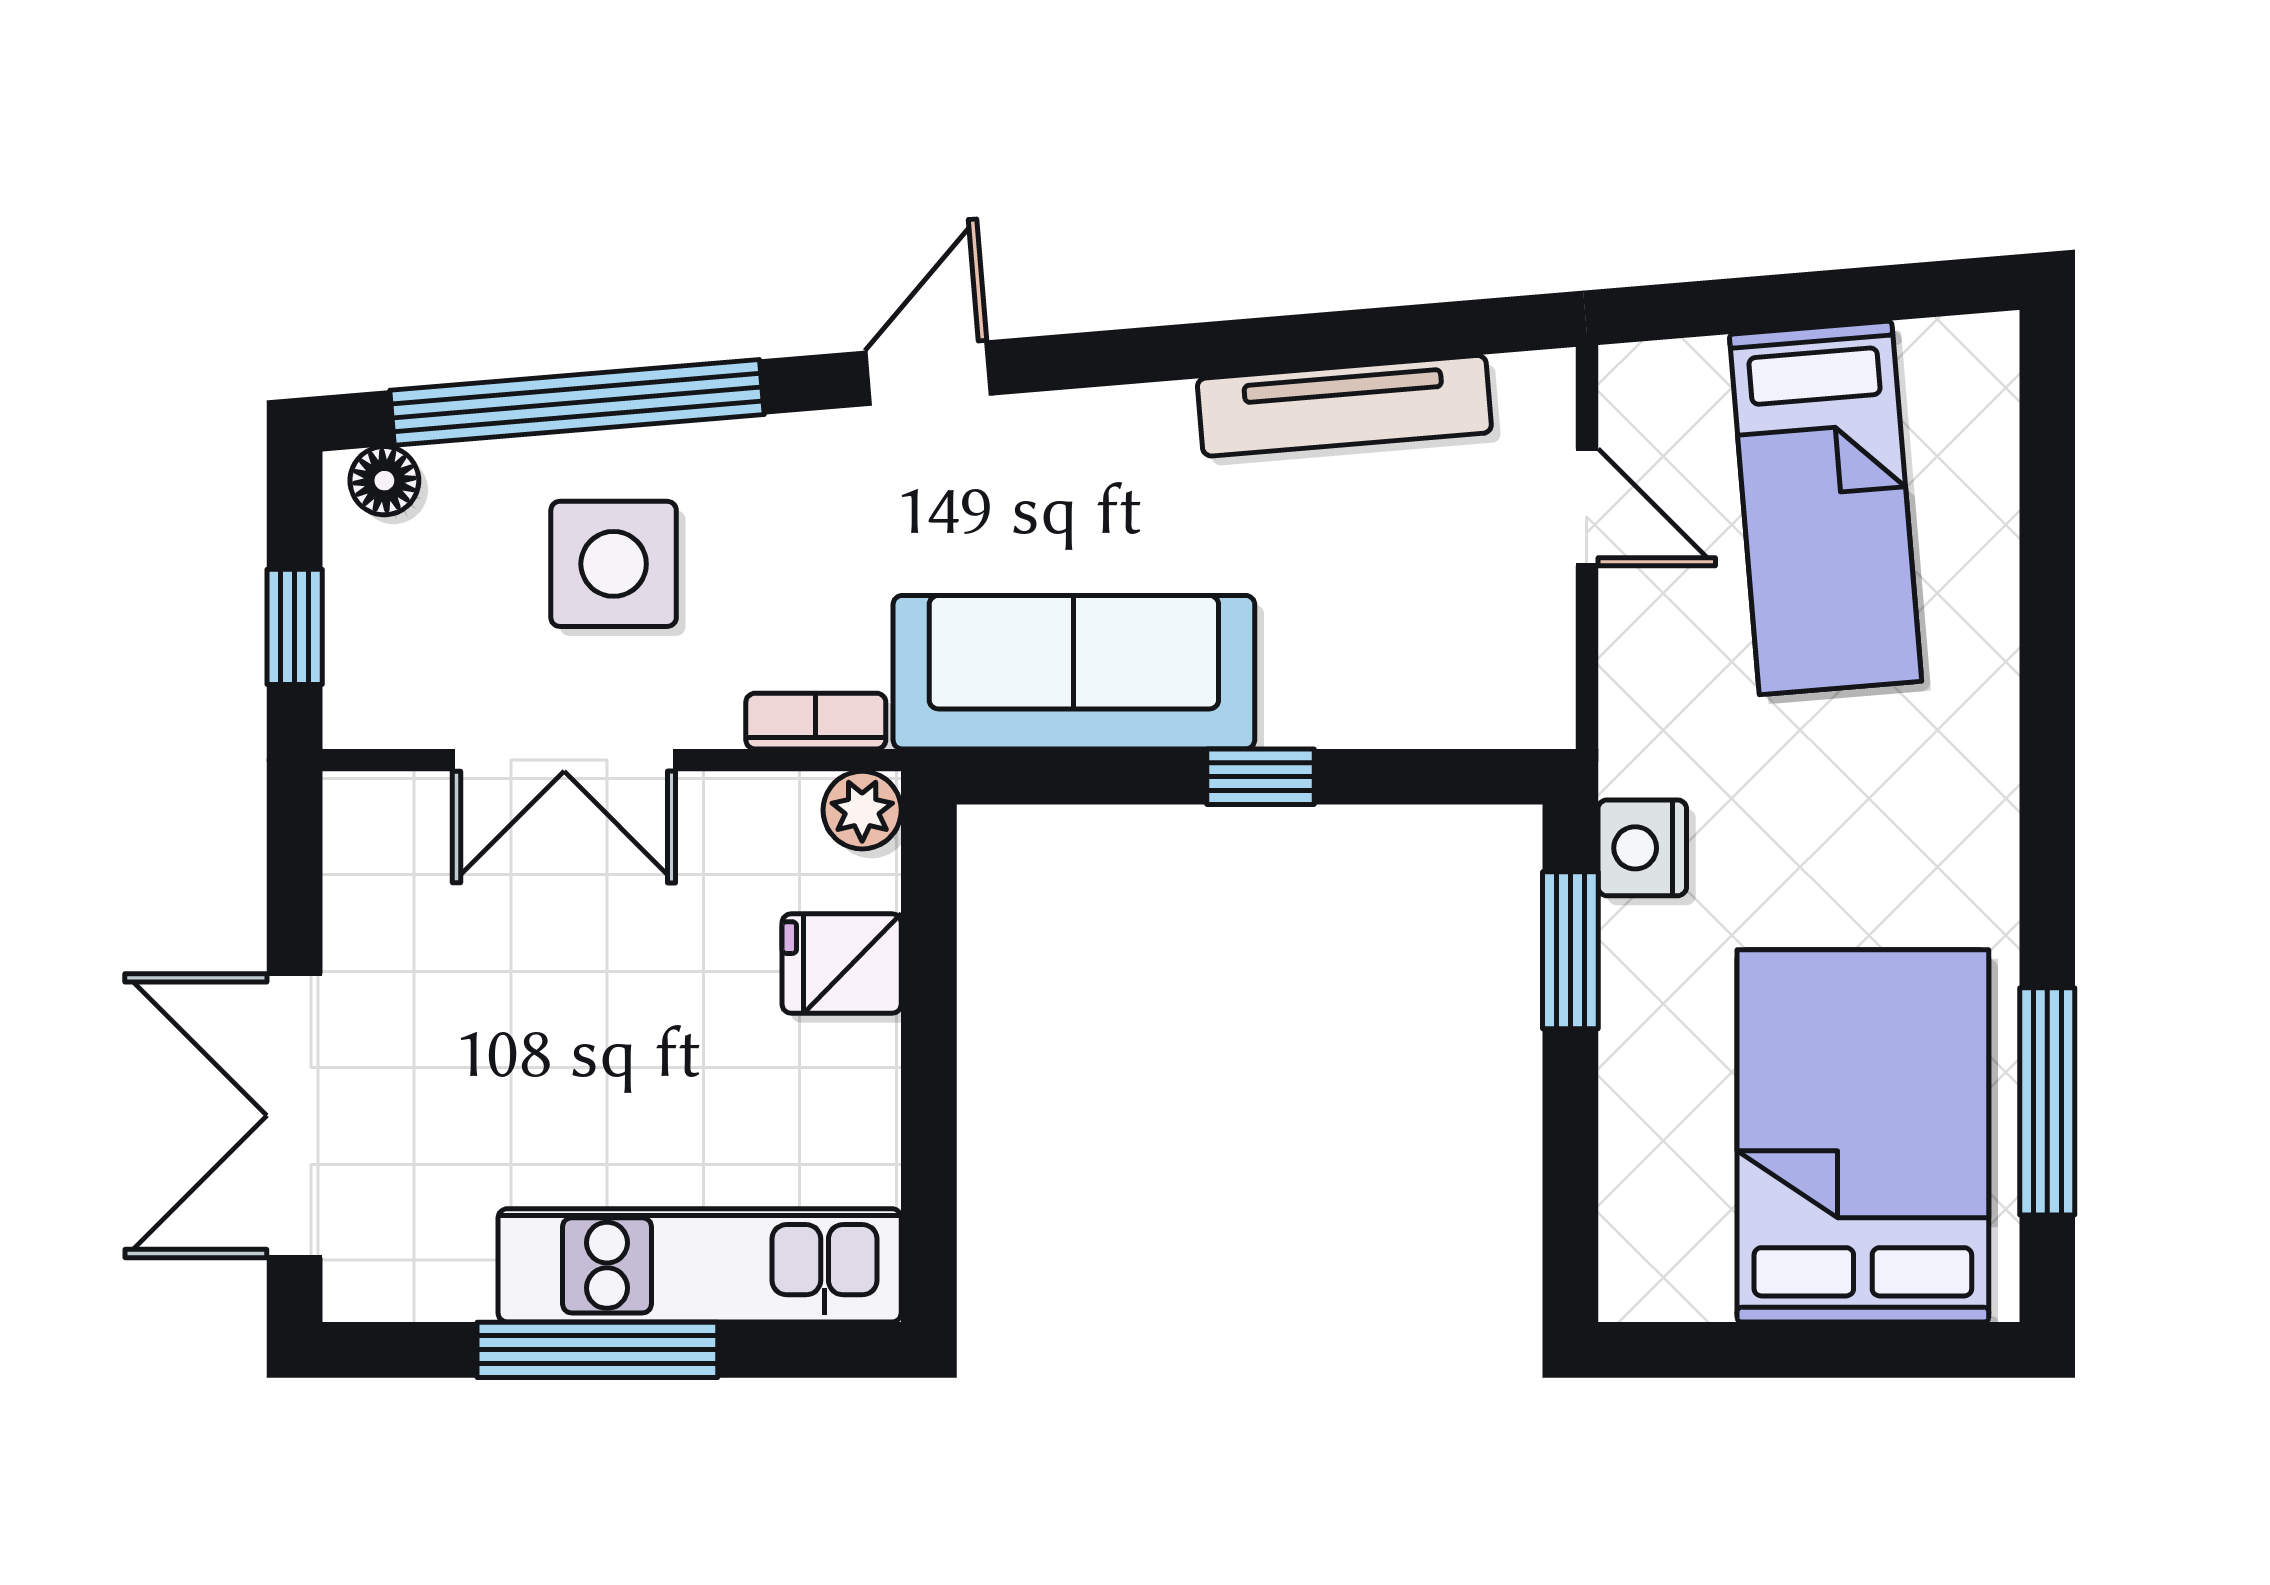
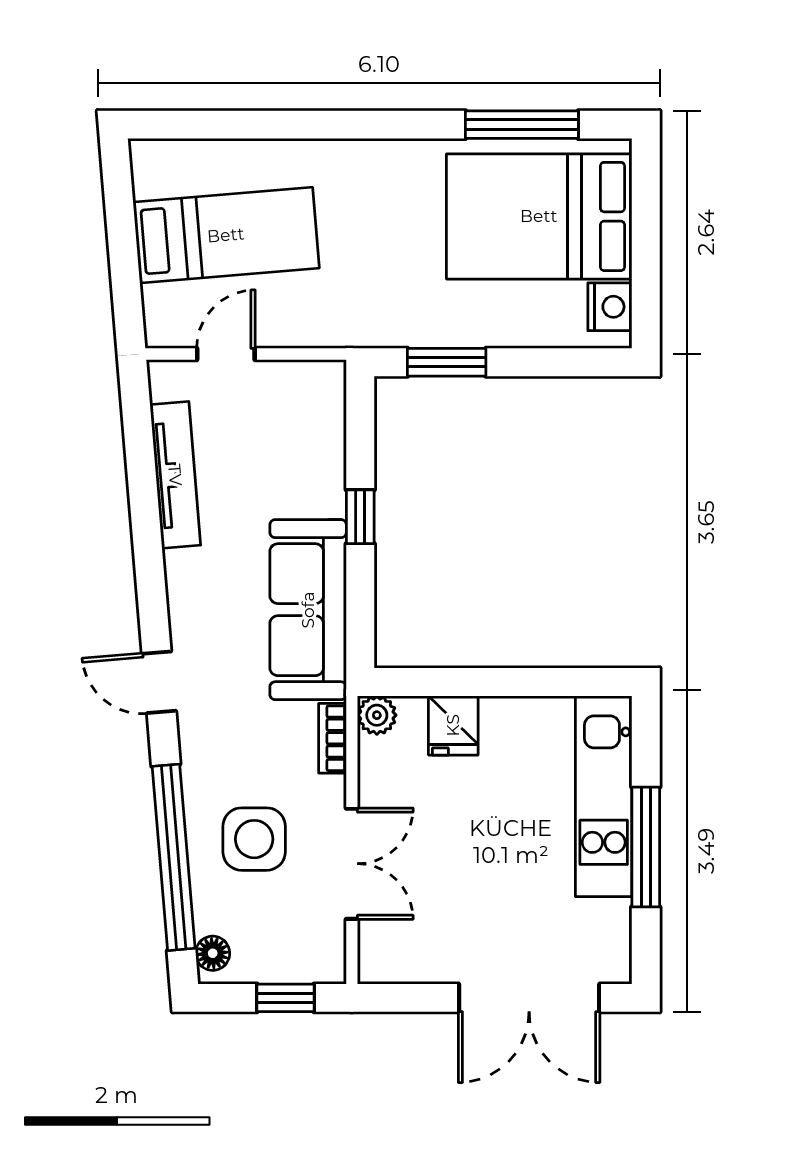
nightstand: (1642, 848) -> (610, 307), moved, turned -90

